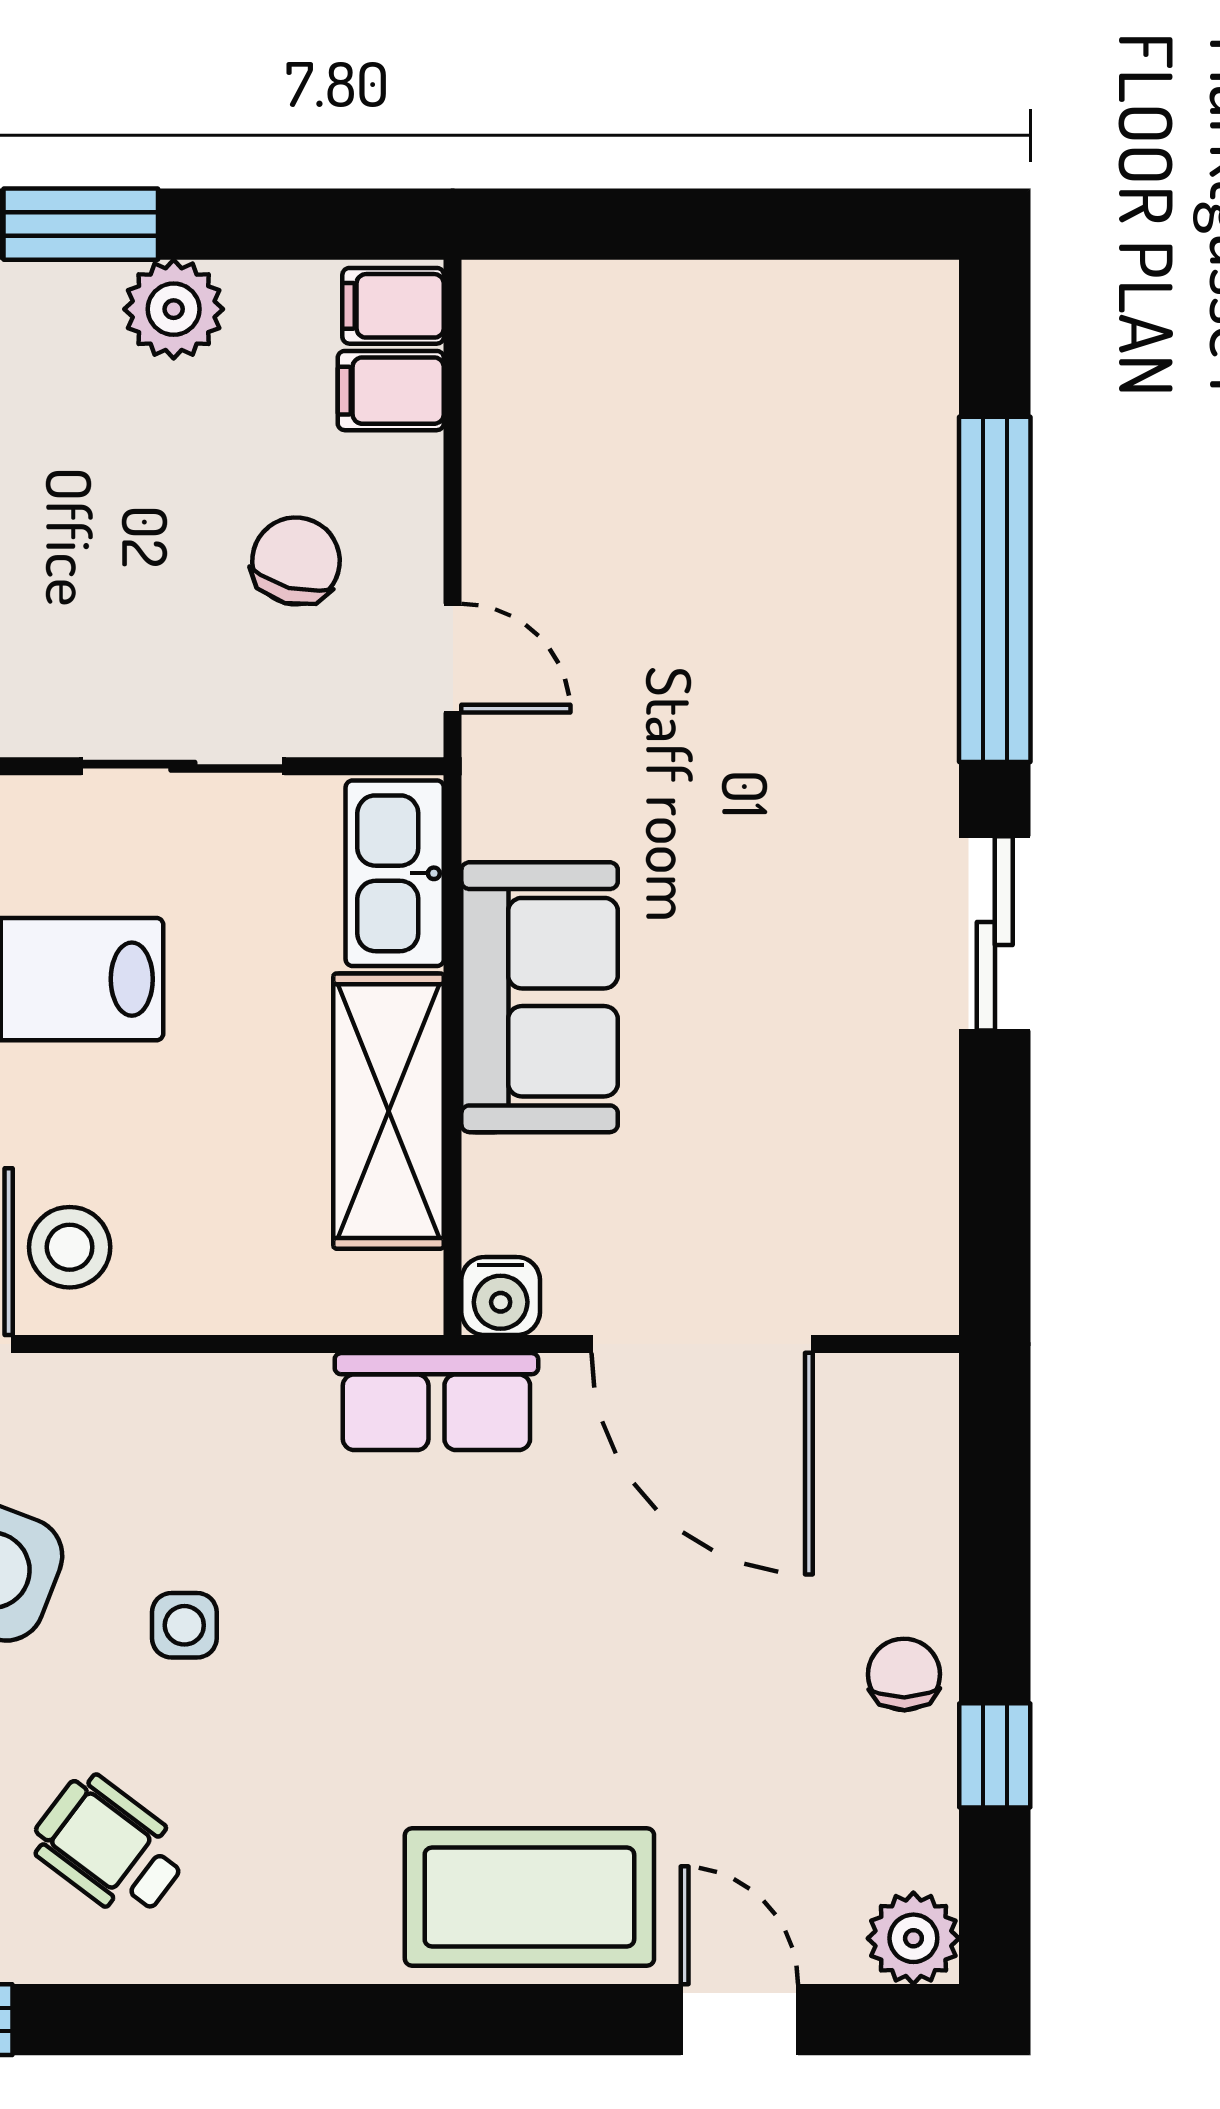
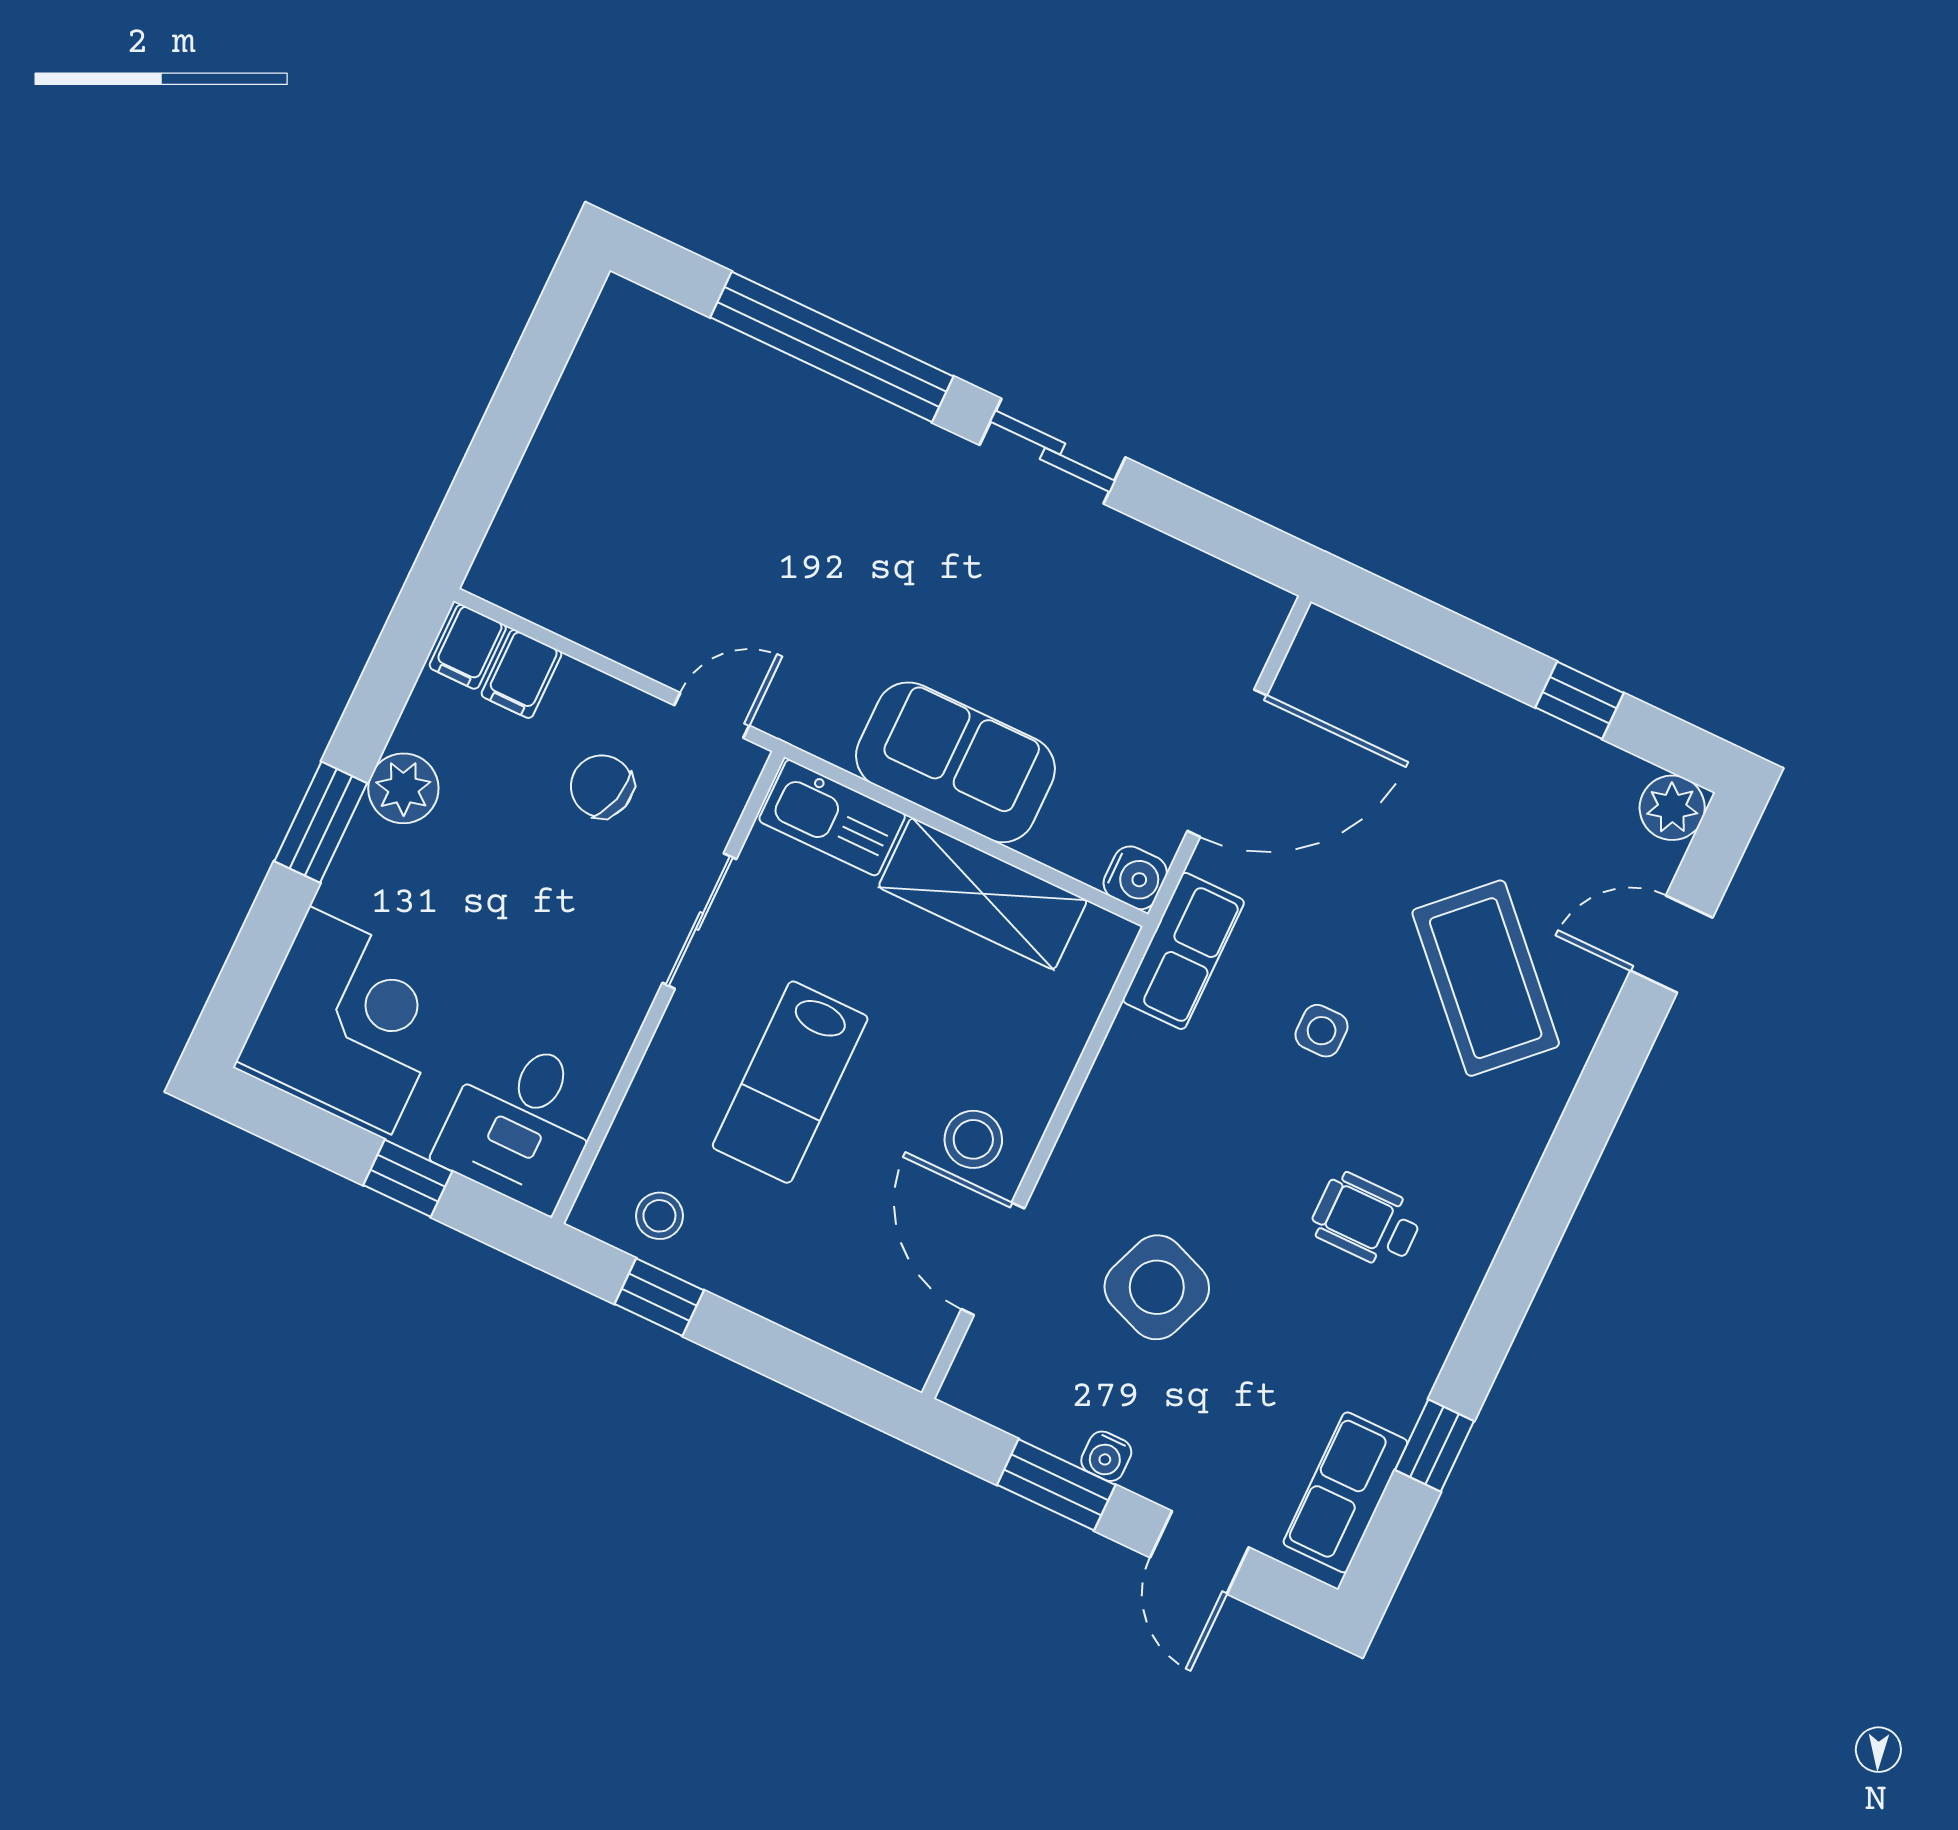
side table: (184, 1625) -> (1322, 1031), moved
chair: (904, 1674) -> (1500, 734), removed
wheelchair: (110, 1847) -> (1366, 1221), moved, turned 53
coffee table: (529, 1897) -> (1486, 978), moved, turned -44

